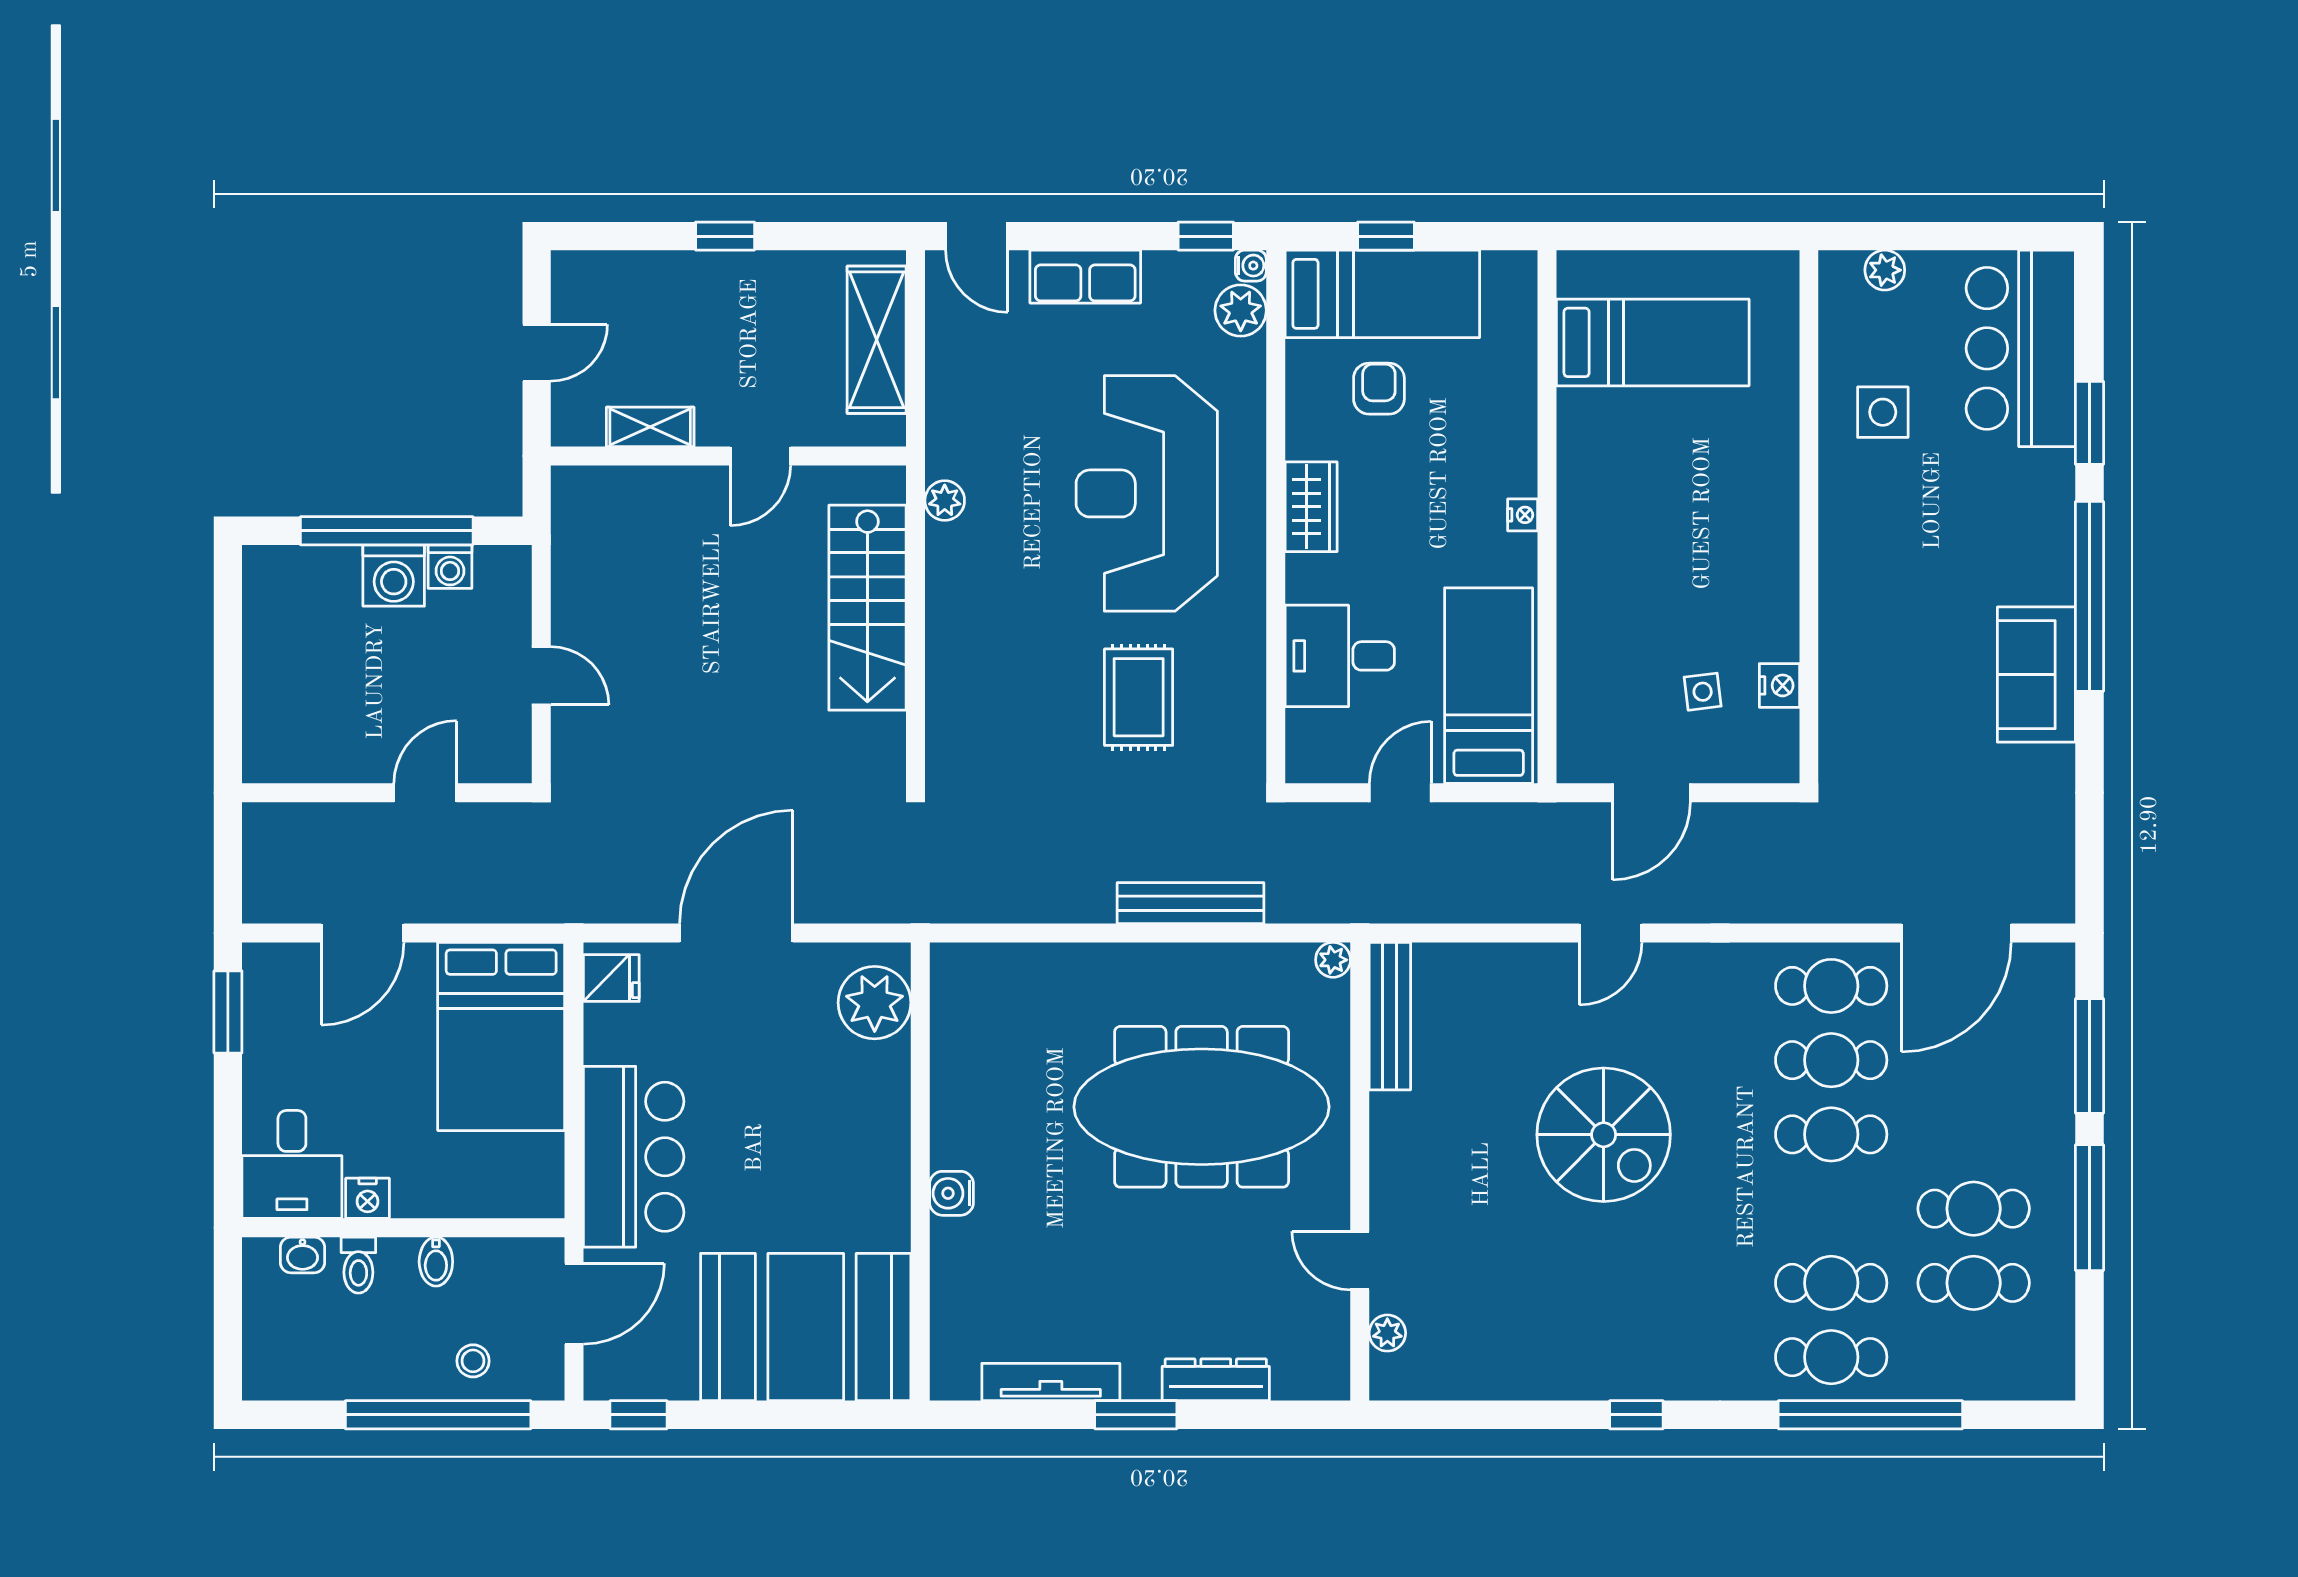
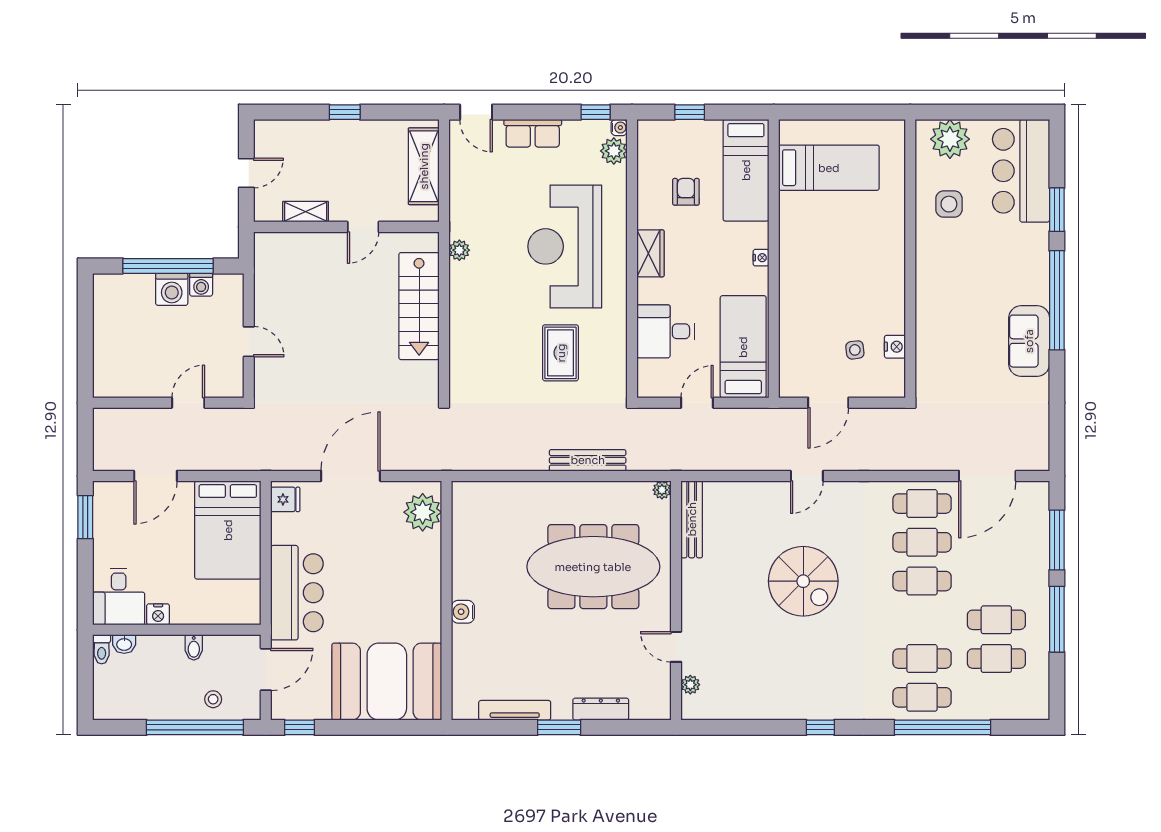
plant: (1885, 270) -> (950, 139), width x1.88, depth x1.88
bed: (1382, 294) -> (746, 170), moved, turned 90
toilet: (358, 1265) -> (102, 649), moved

